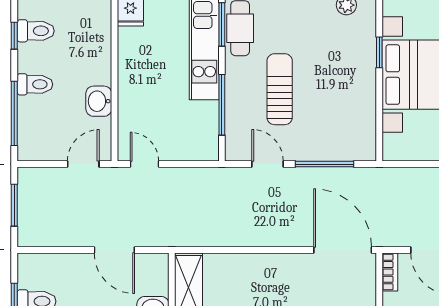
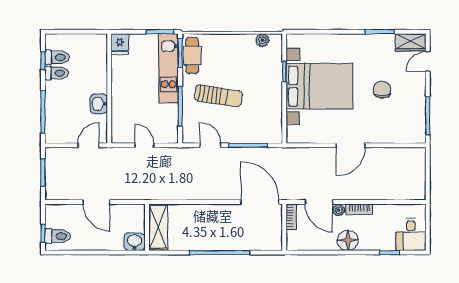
toilet: (35, 84) -> (57, 73), moved
sun lounger: (280, 89) -> (218, 96), turned 99
door: (144, 164) -> (144, 145), moved
door: (114, 250) -> (96, 202), moved

